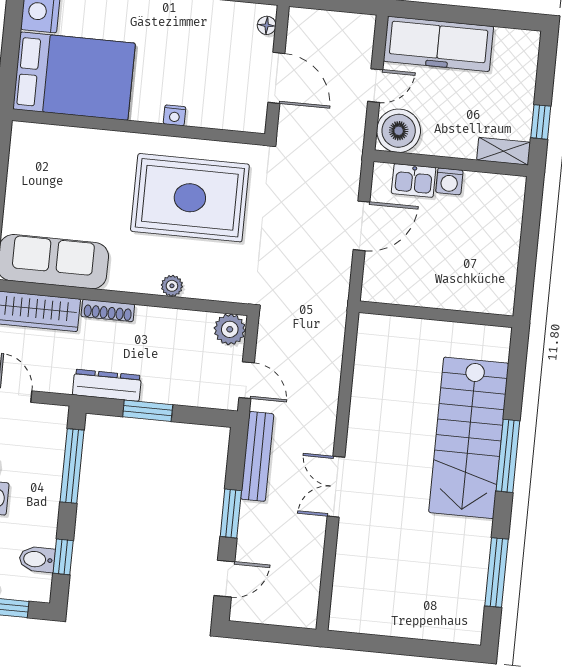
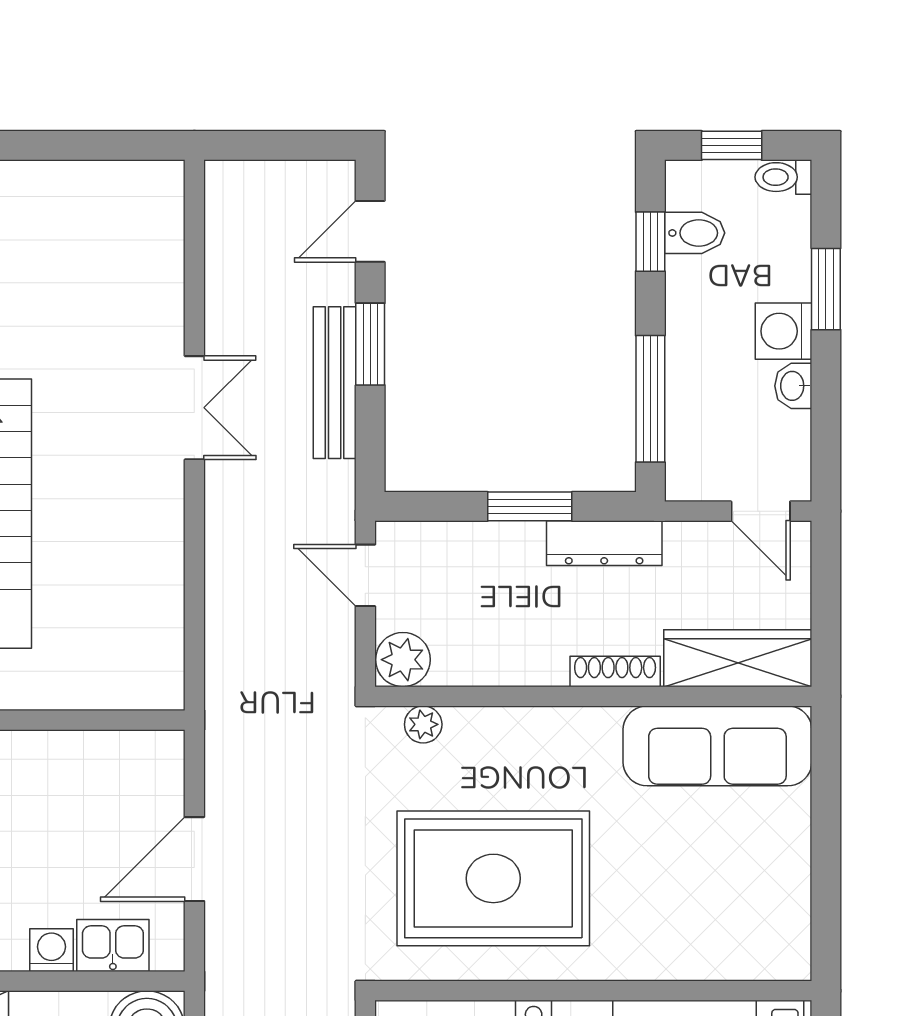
plant: (172, 286) -> (423, 724), moved
bench: (257, 456) -> (335, 383), moved

